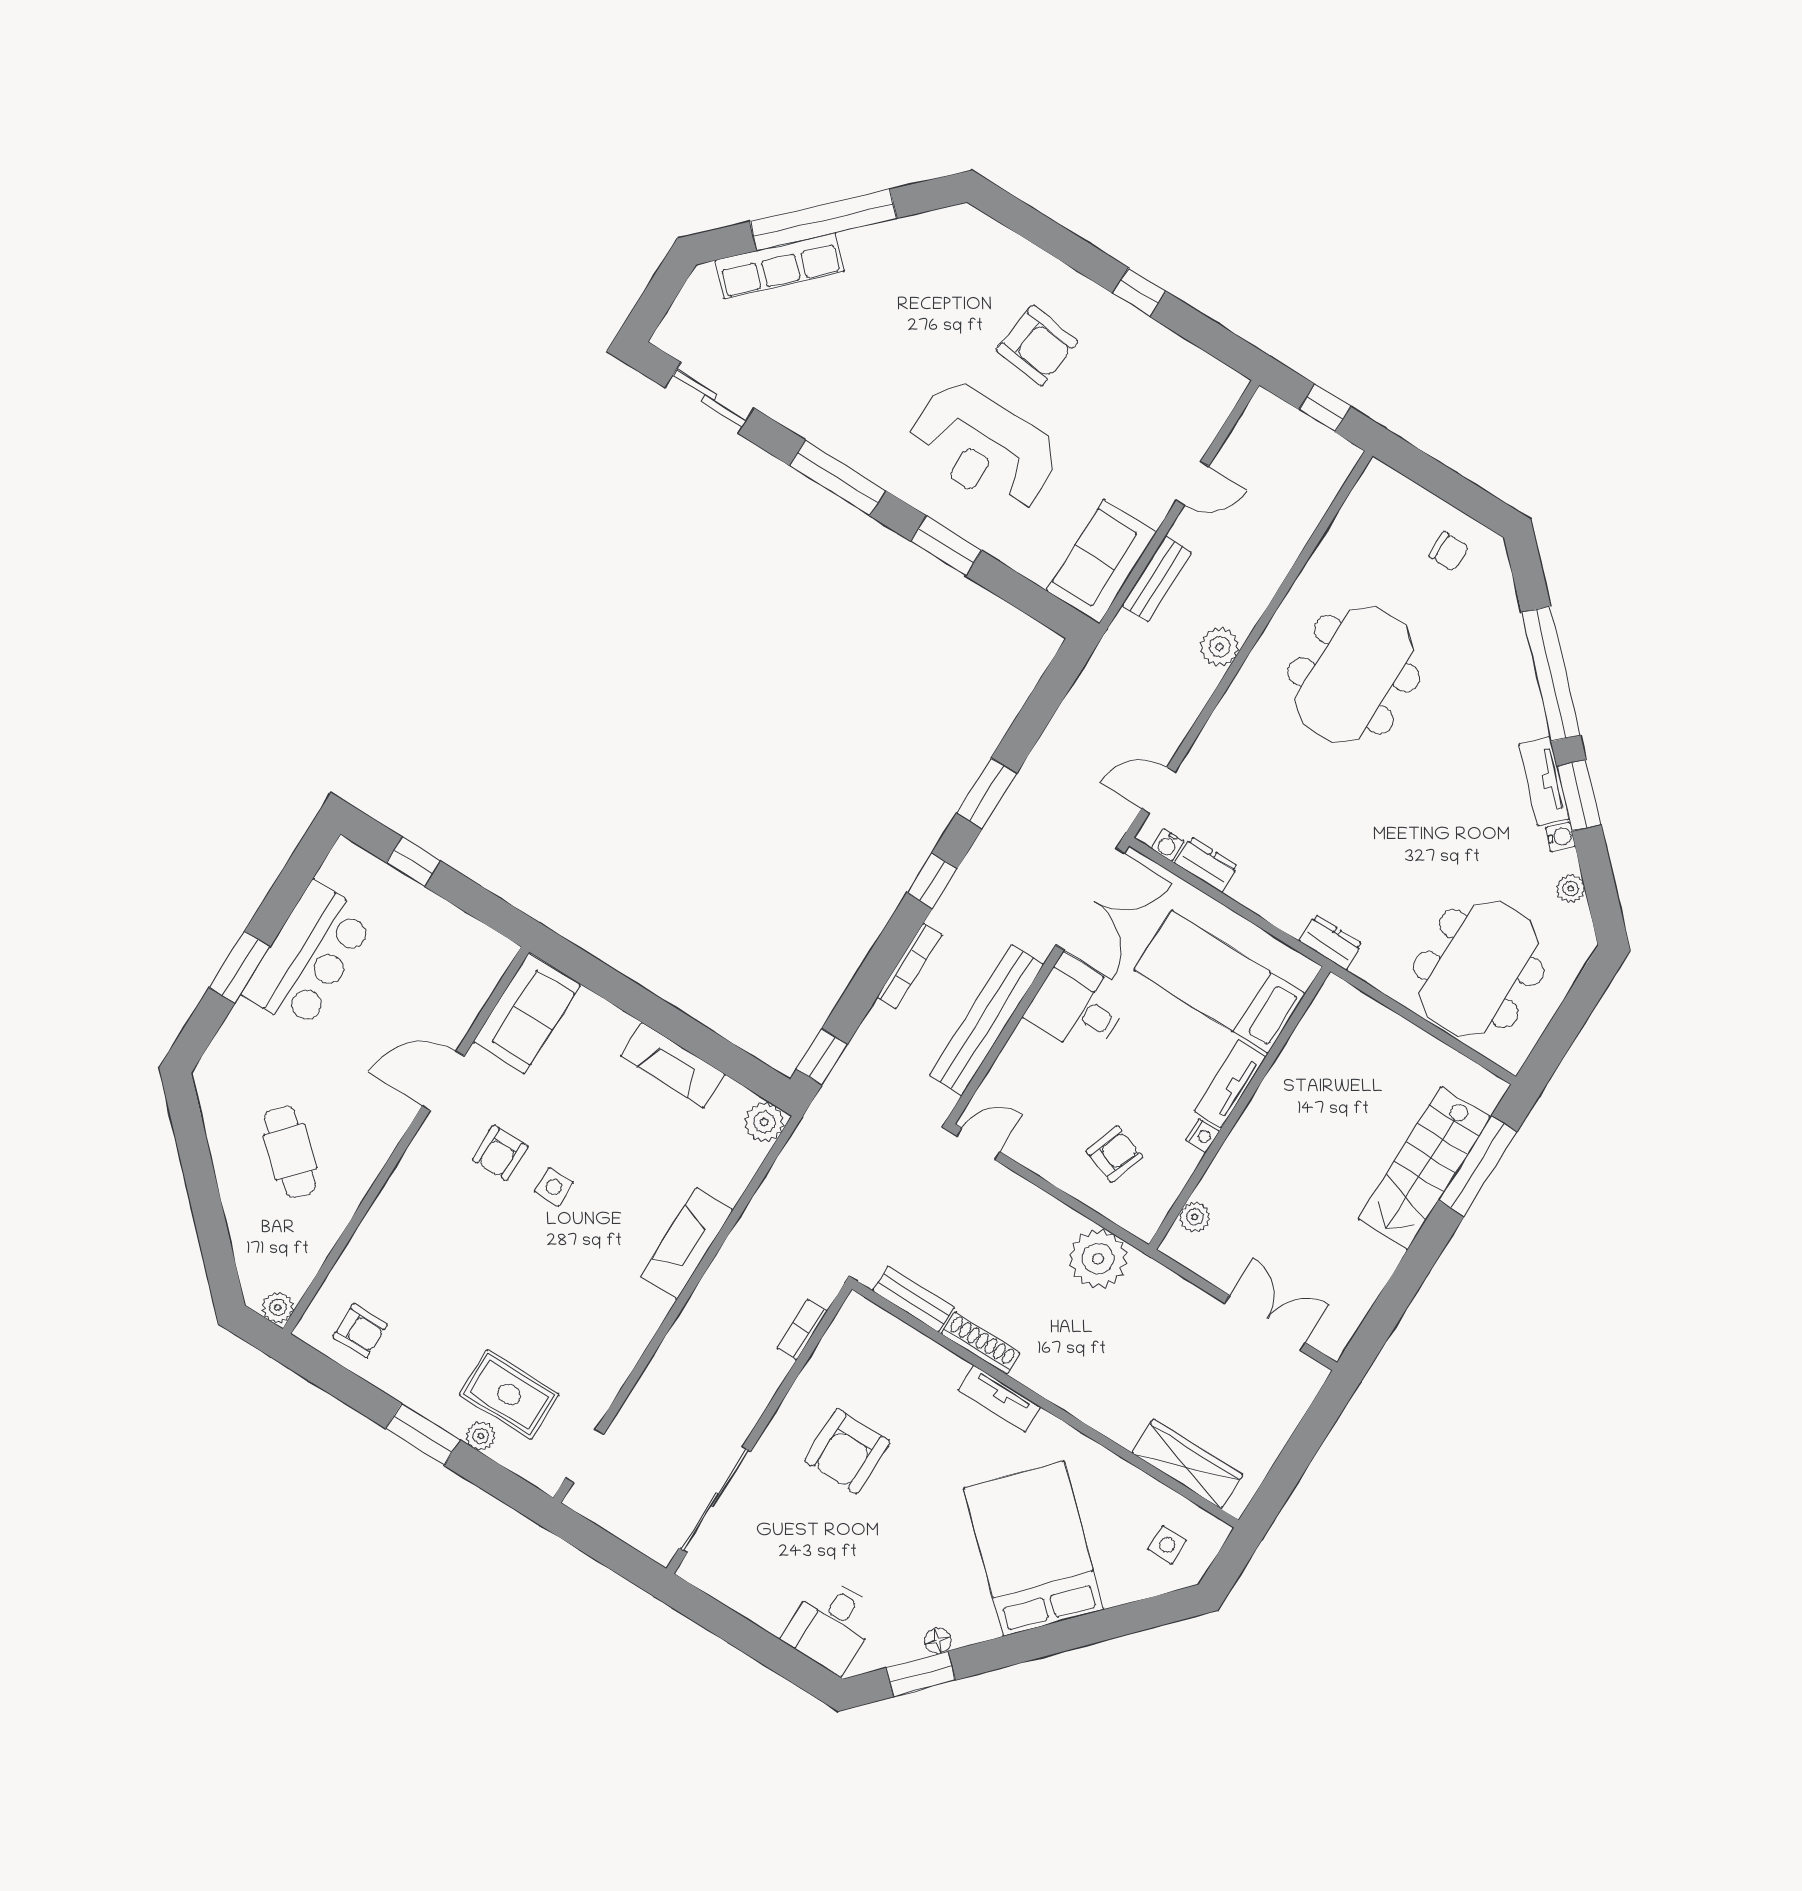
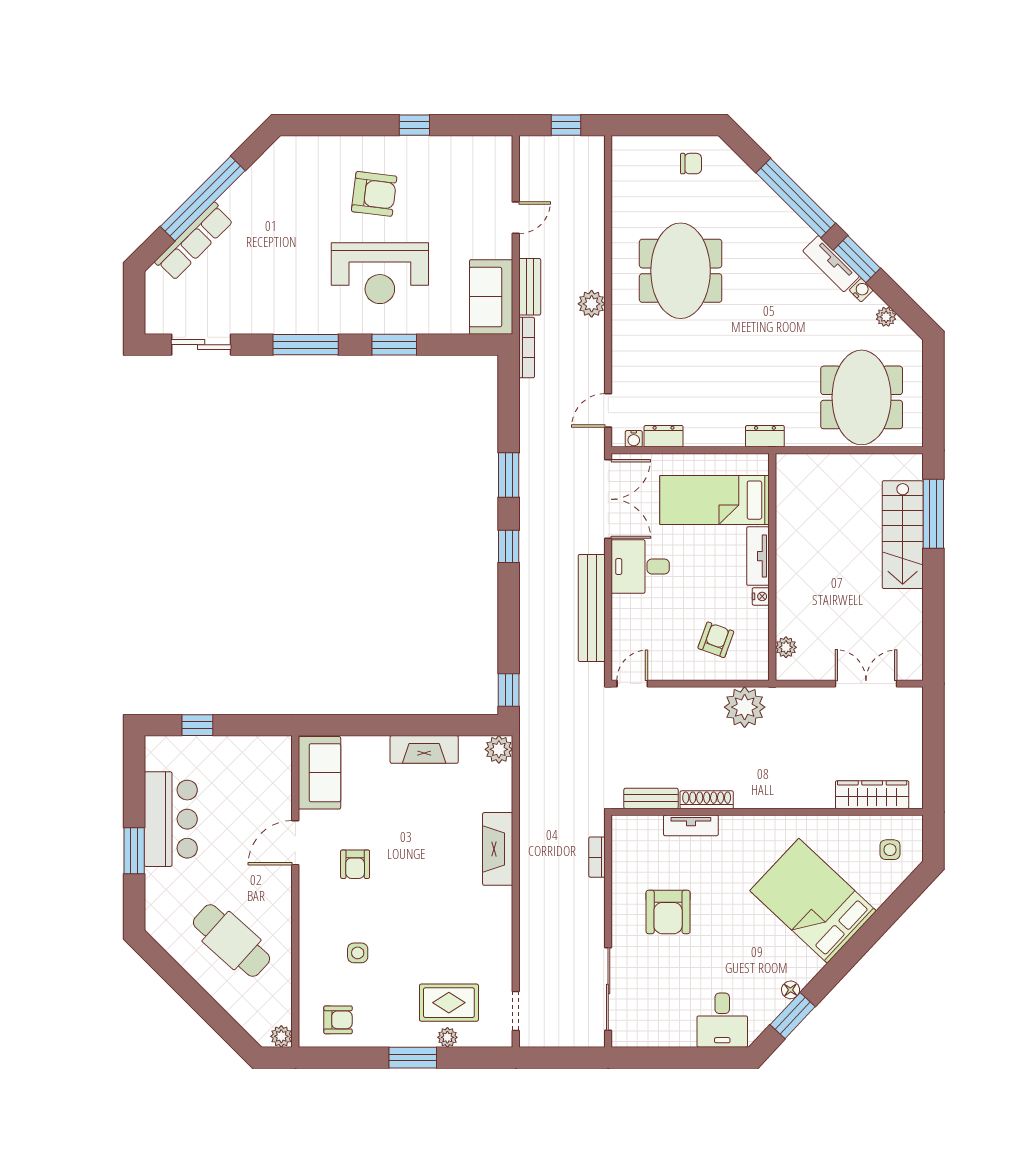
bookcase: (909, 966) -> (527, 348), moved
cafe table: (290, 1152) -> (232, 941), width x1.37, depth x1.35
side table: (554, 1187) -> (358, 953), moved
tv unit: (999, 1399) -> (691, 825), moved

